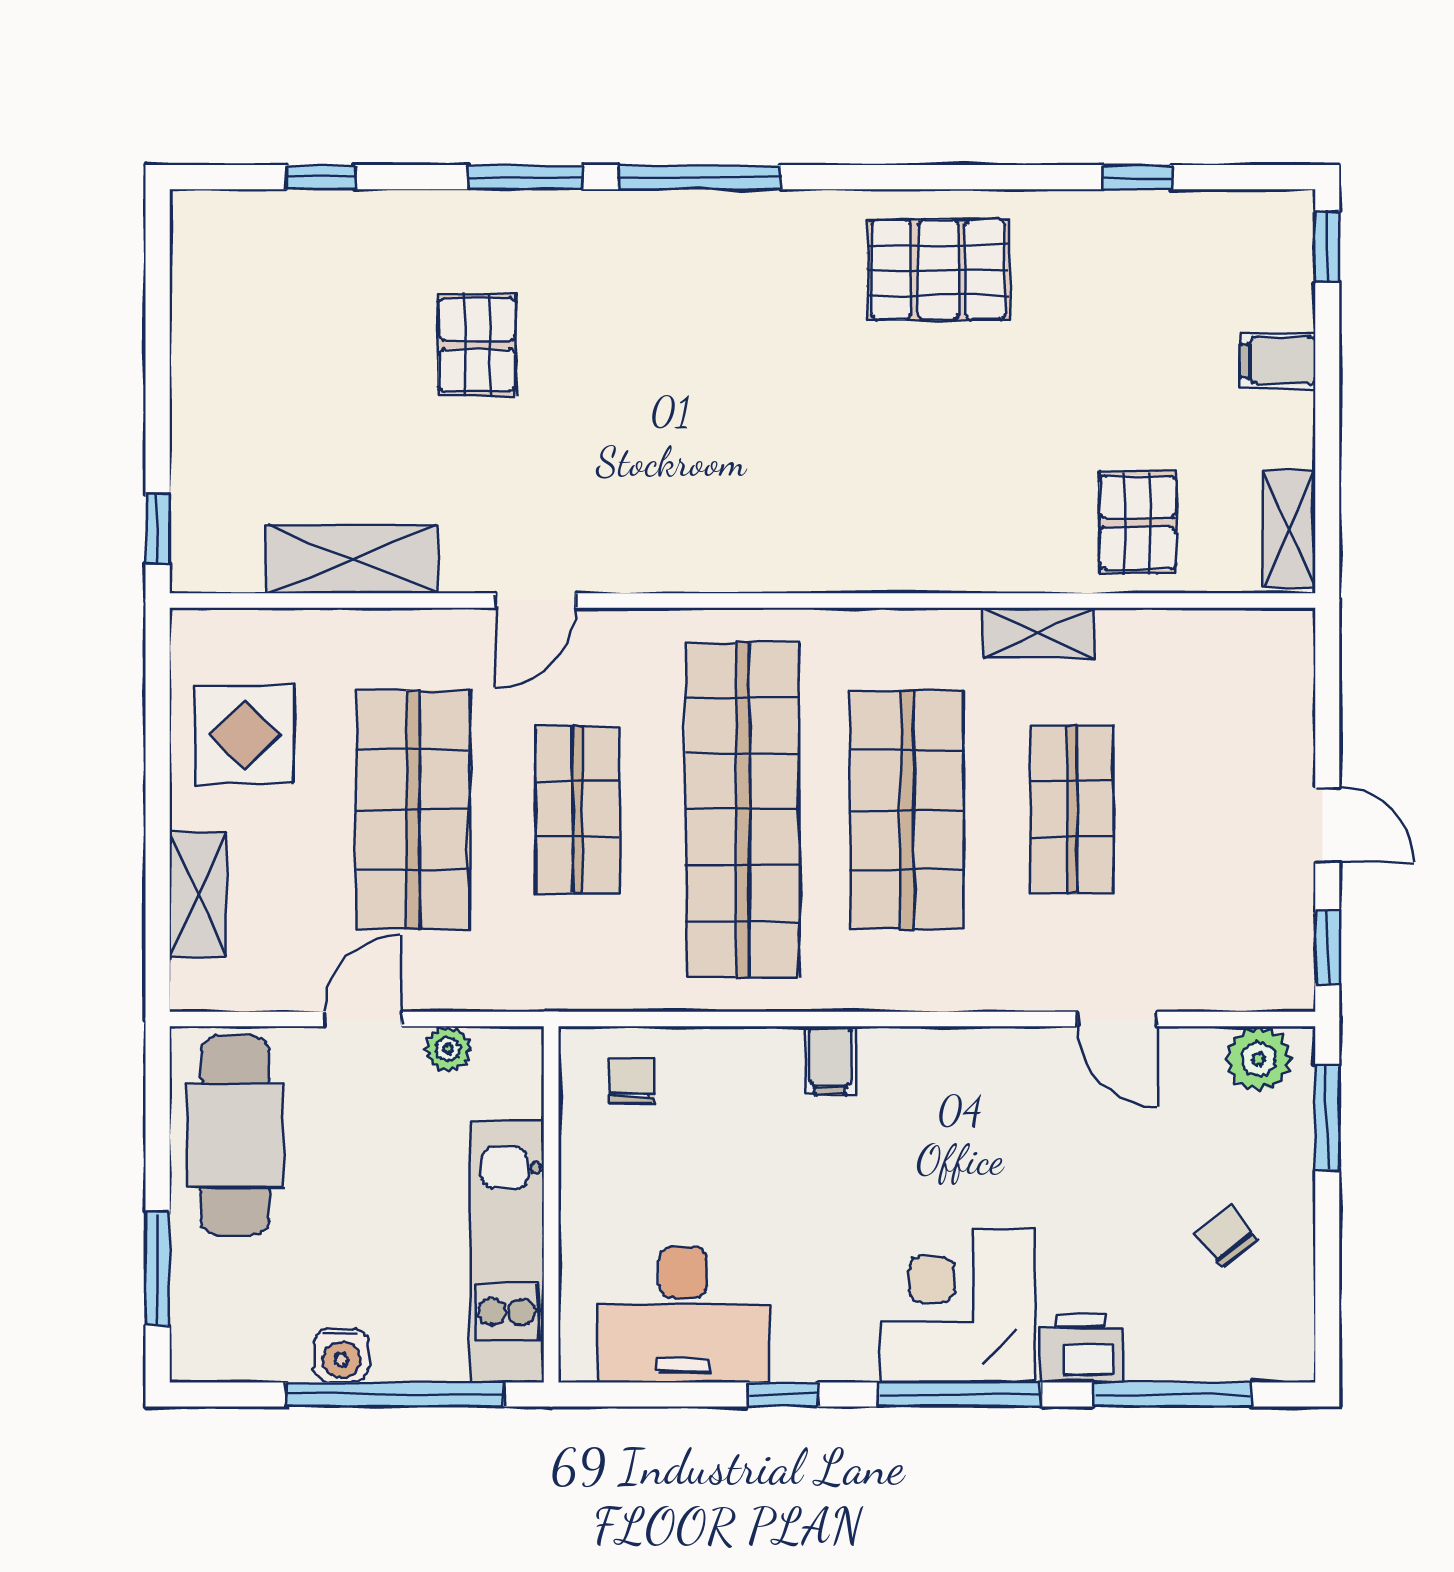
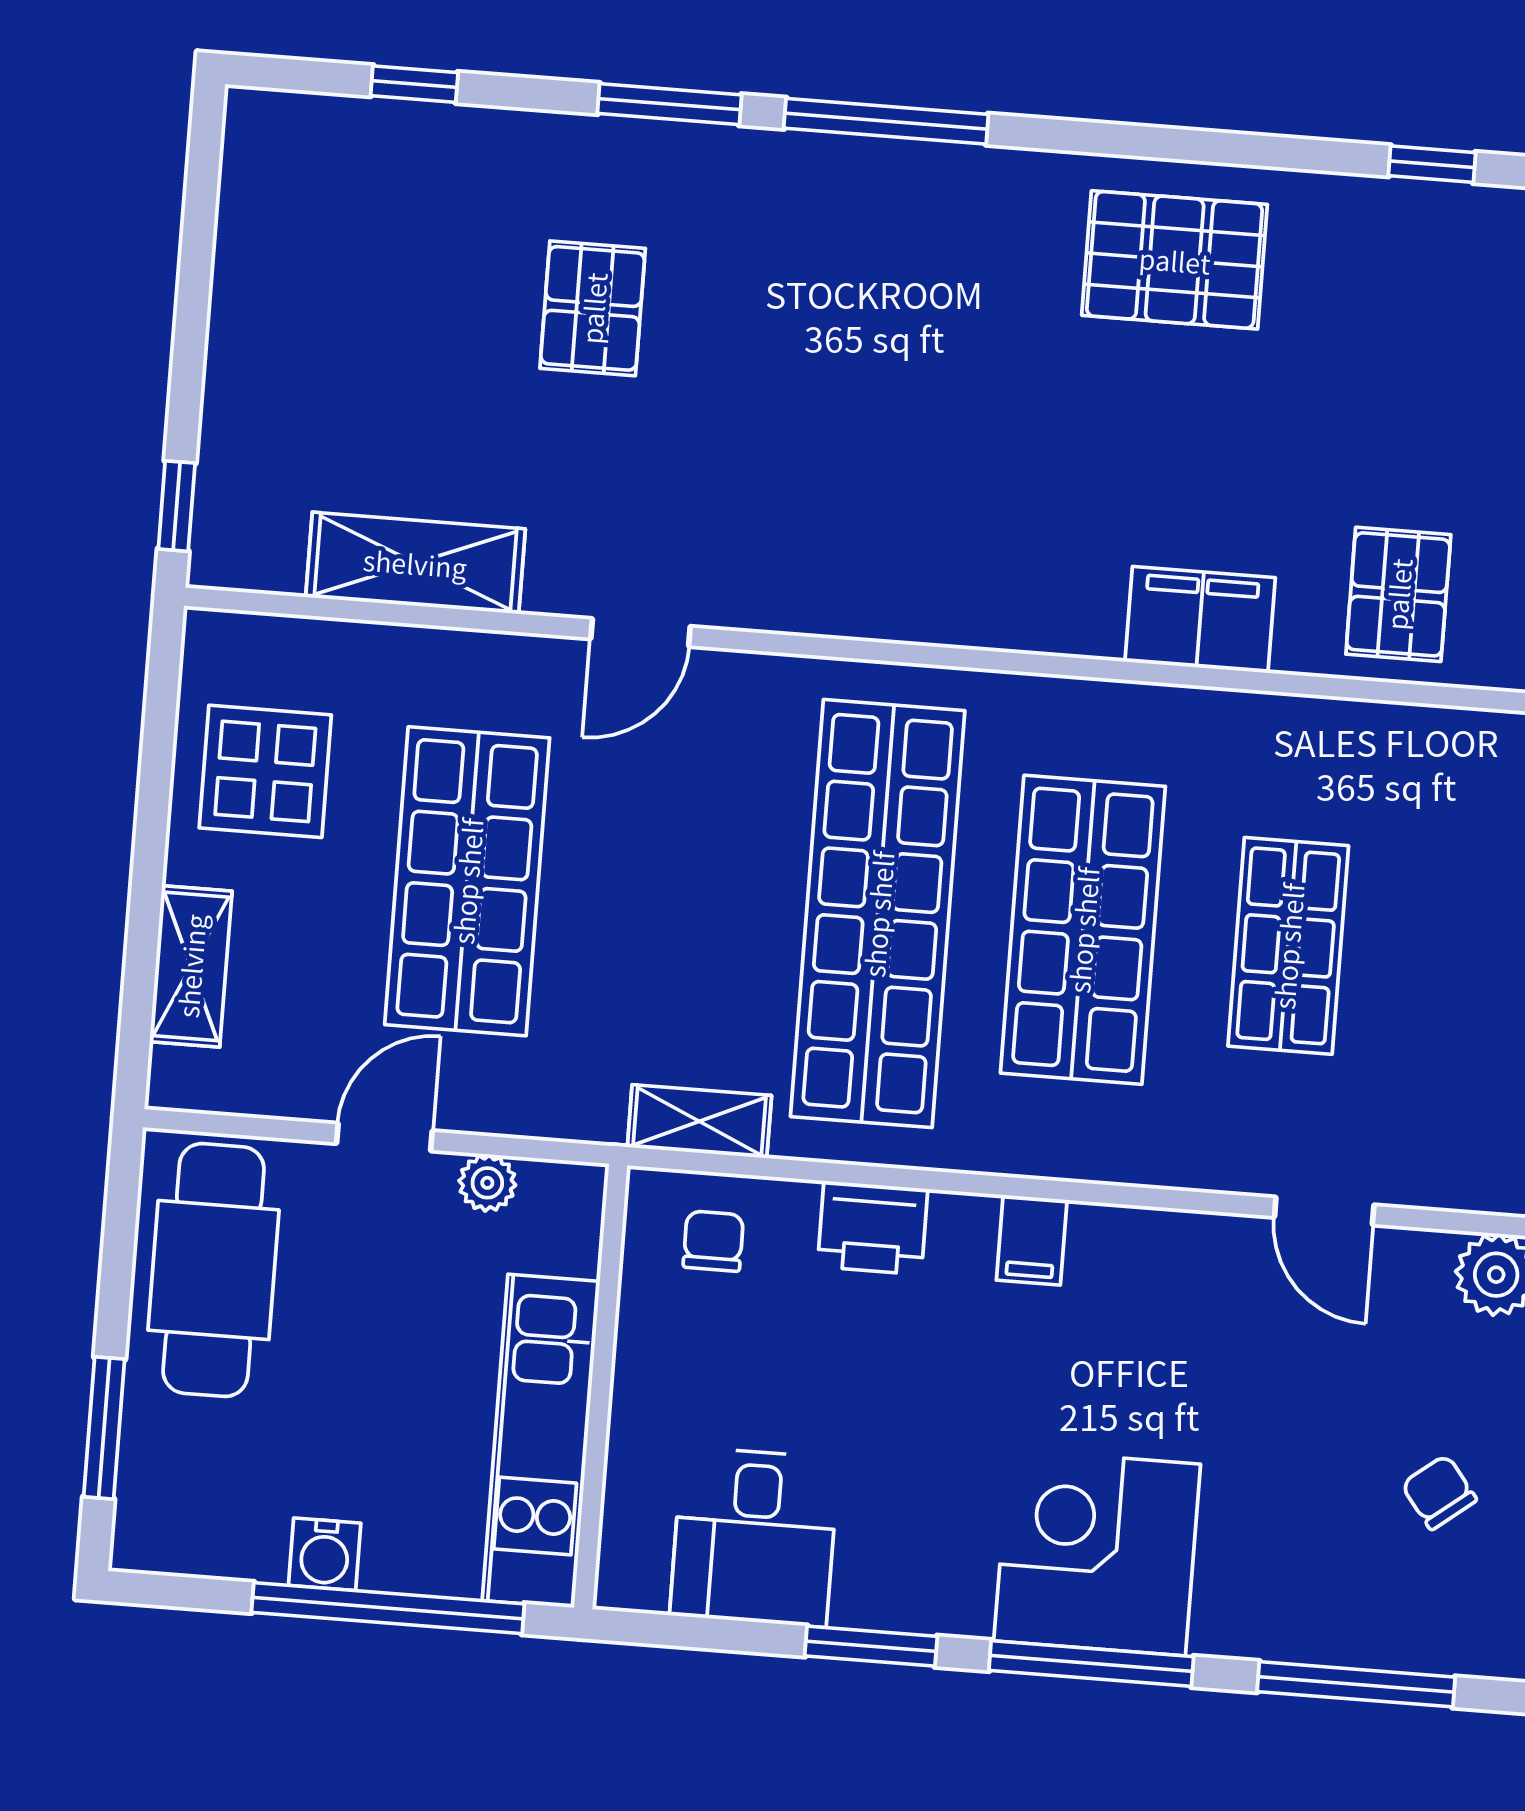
filing cabinet: (981, 555) -> (1200, 620), added
shelving: (1039, 633) -> (699, 1121), moved
shop shelf: (578, 810) -> (672, 897), removed
filing cabinet: (830, 1060) -> (1032, 1240), moved
desk: (683, 1315) -> (754, 1537), width x0.73
printer: (1081, 1348) -> (873, 1228), moved, turned 180
window: (783, 1395) -> (871, 1646), width x1.50

